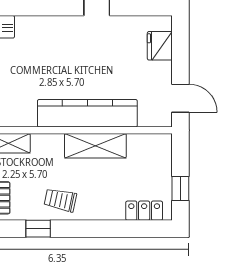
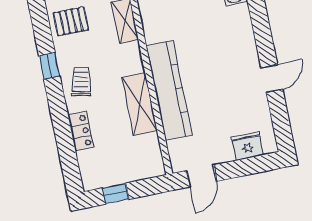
locker: (144, 211) -> (81, 131), moved

